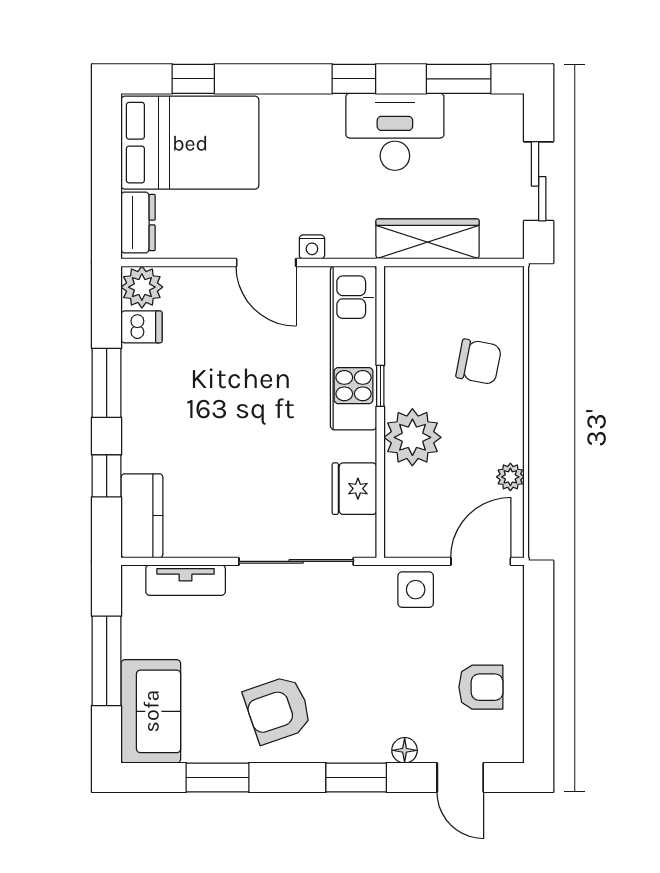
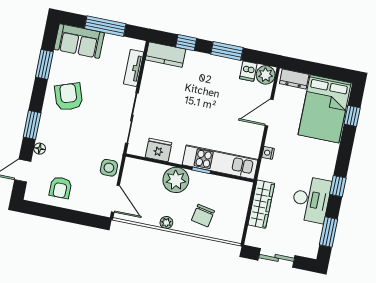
door: (266, 263) -> (269, 113), moved
plant: (510, 477) -> (166, 223), moved

